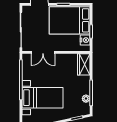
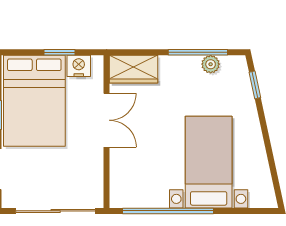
double door: (43, 52) -> (107, 120), moved

